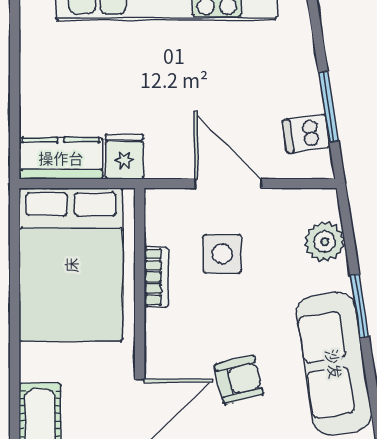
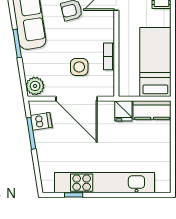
door: (228, 184) -> (77, 99), width x1.36
plant: (325, 241) -> (35, 86), moved
bed: (71, 265) -> (155, 62), width x0.67

